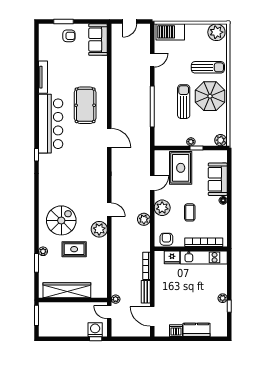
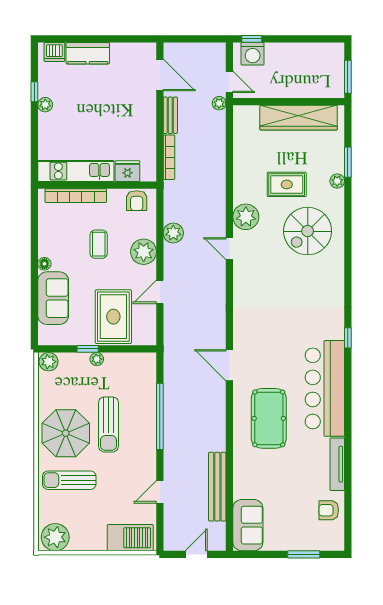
armchair: (69, 36) -> (329, 510), moved
bench: (117, 63) -> (217, 487), added
dishwasher: (176, 331) -> (54, 52), moved

